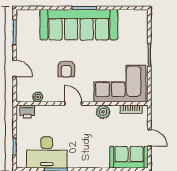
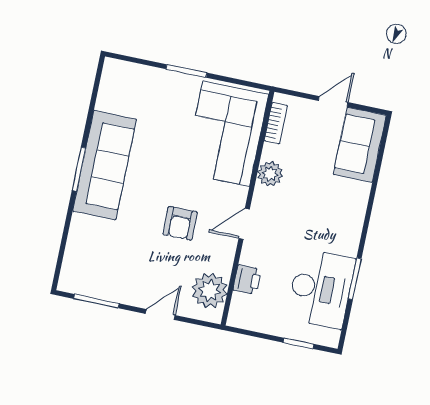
sofa: (79, 25) -> (105, 165), width x0.74, depth x0.79
armchair: (66, 69) -> (180, 223), turned 90
plant: (38, 97) -> (210, 290), width x1.88, depth x1.88
printer: (27, 112) -> (247, 280), moved

